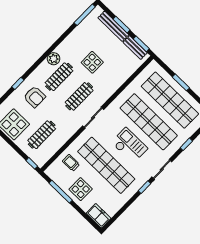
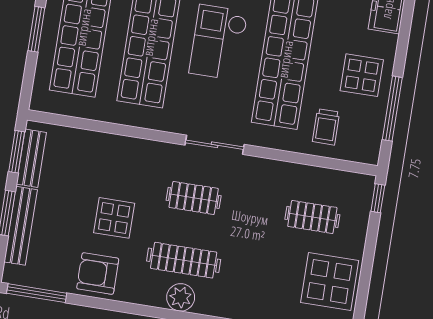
plant: (54, 59) -> (181, 297), moved
clothes rail: (79, 96) -> (194, 198), width x0.73
armchair: (35, 97) -> (98, 274), moved, turned -90
clothes rail: (42, 135) -> (312, 217), width x0.73

